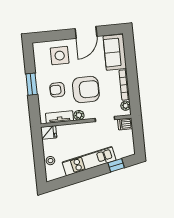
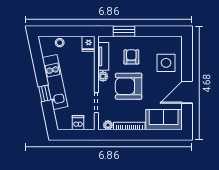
door: (86, 32) -> (187, 92), hinge flipped
window: (32, 84) -> (124, 31), moved
armchair: (86, 89) -> (129, 86), turned 90
dishwasher: (125, 124) -> (78, 123), moved
window: (116, 165) -> (45, 93), moved

